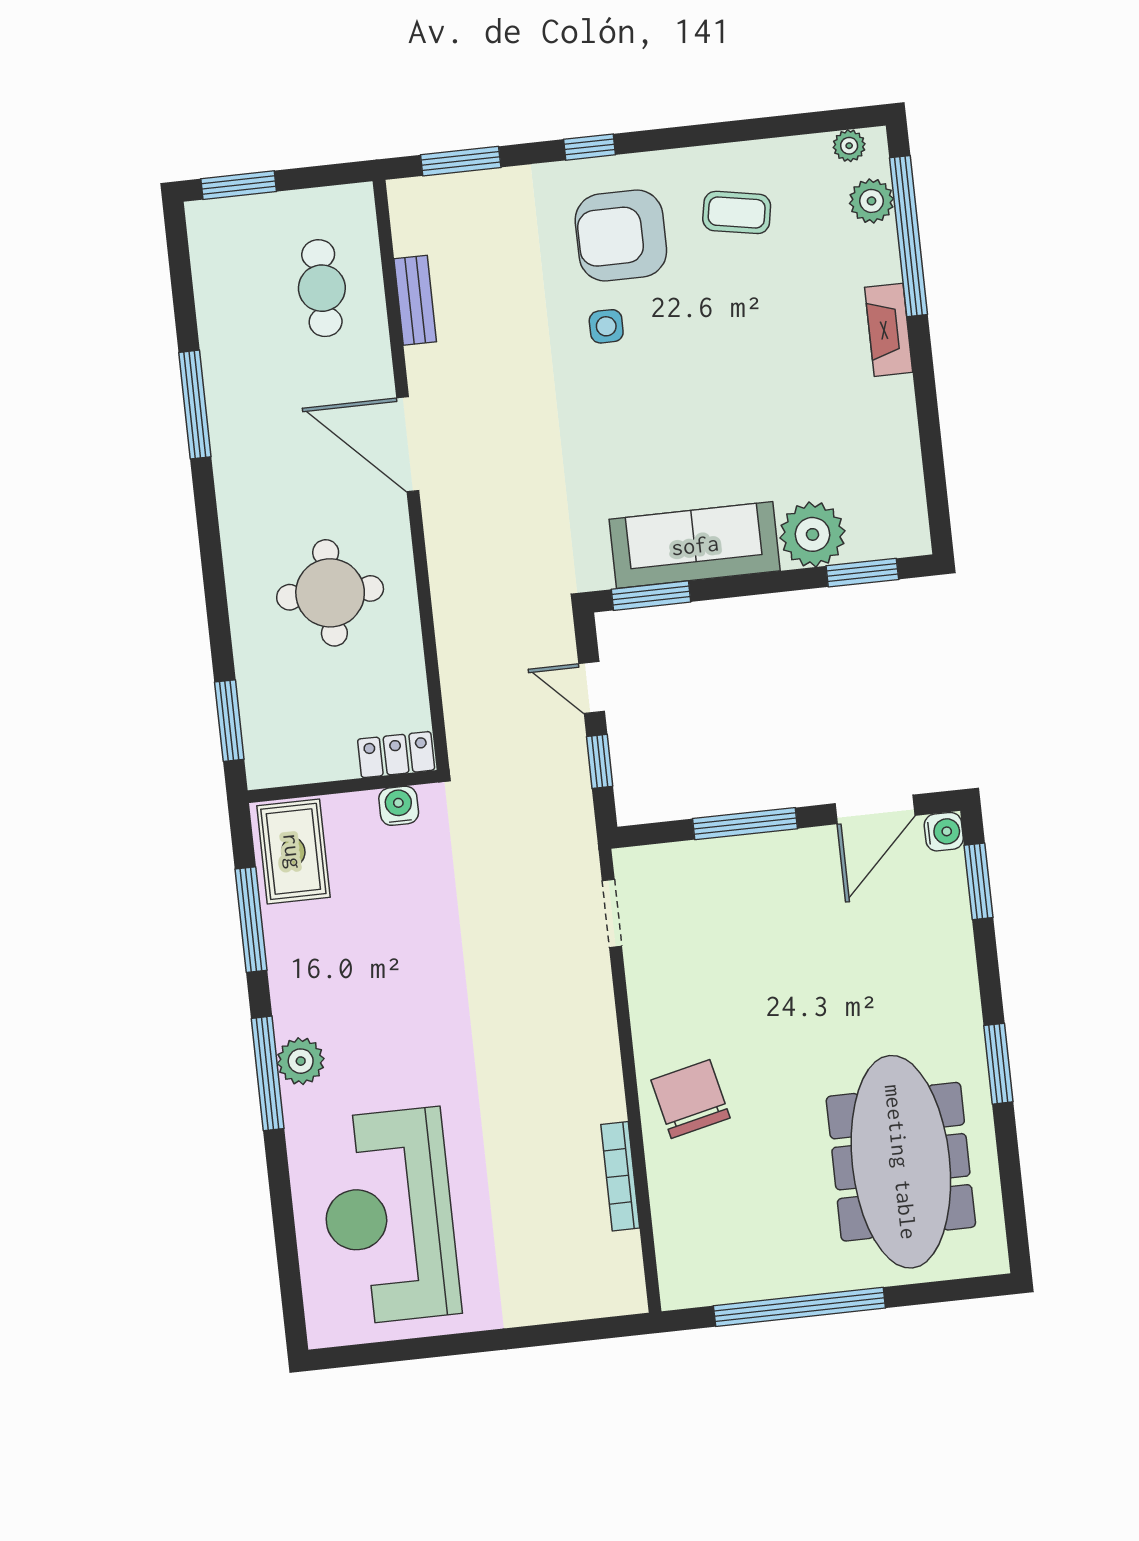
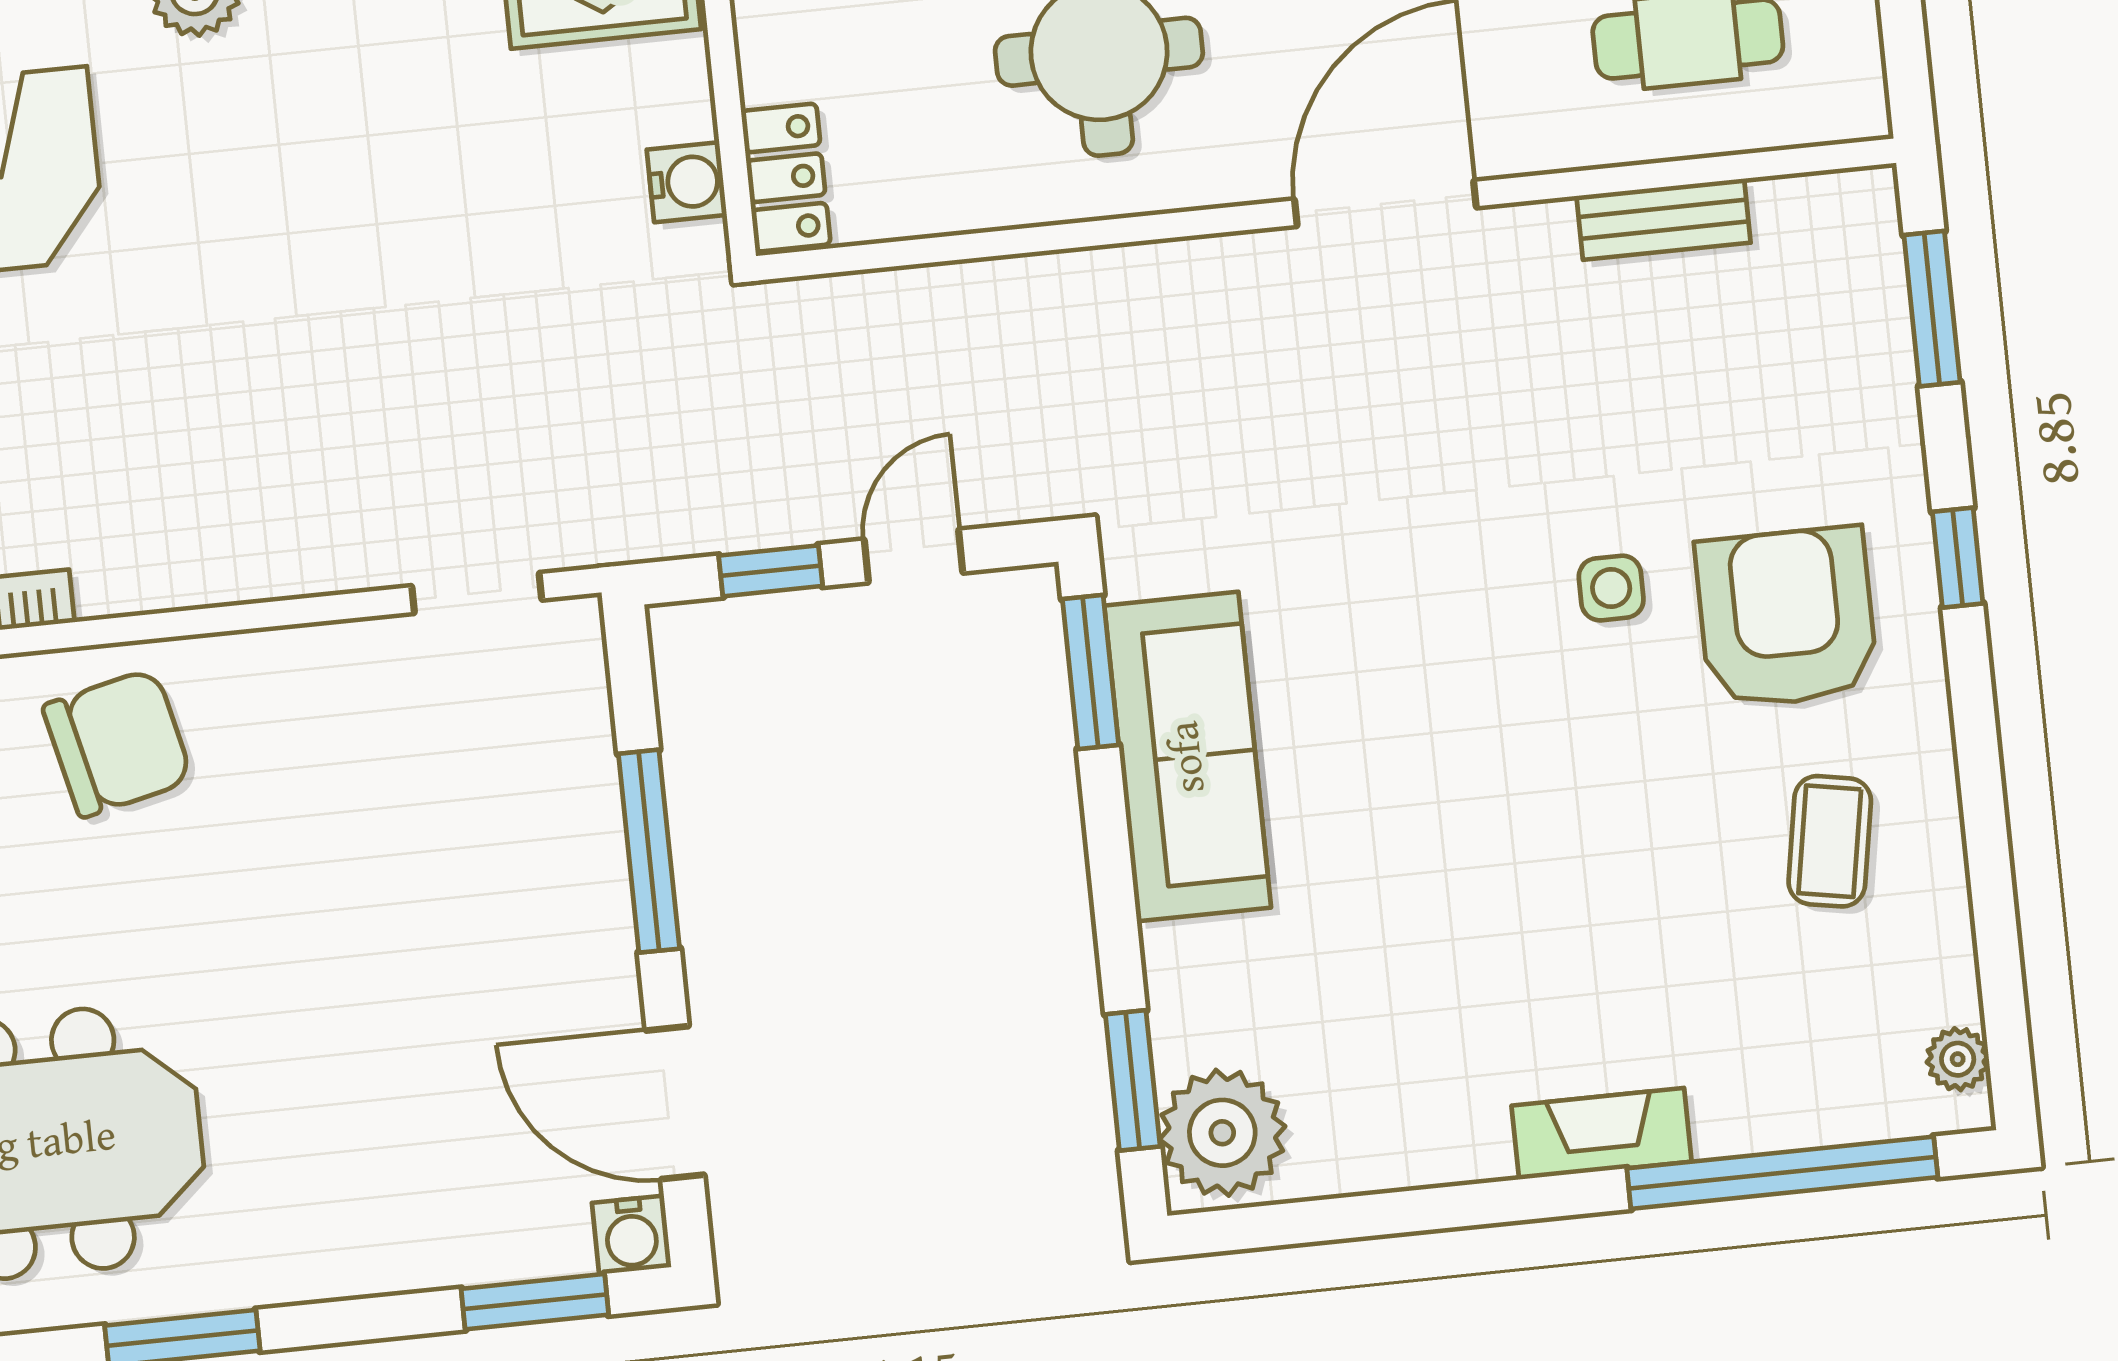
plant: (871, 201) -> (1851, 1102), removed
plant: (812, 534) -> (1222, 1133), moved

